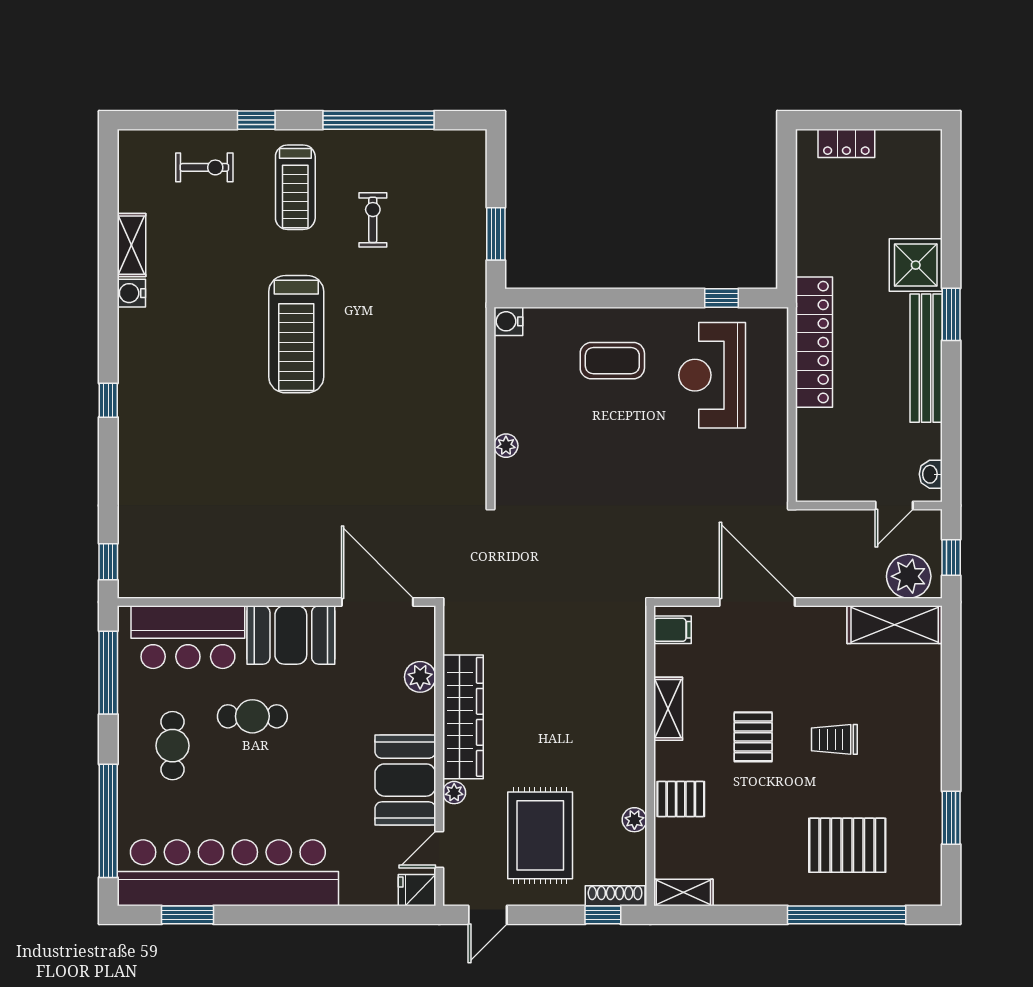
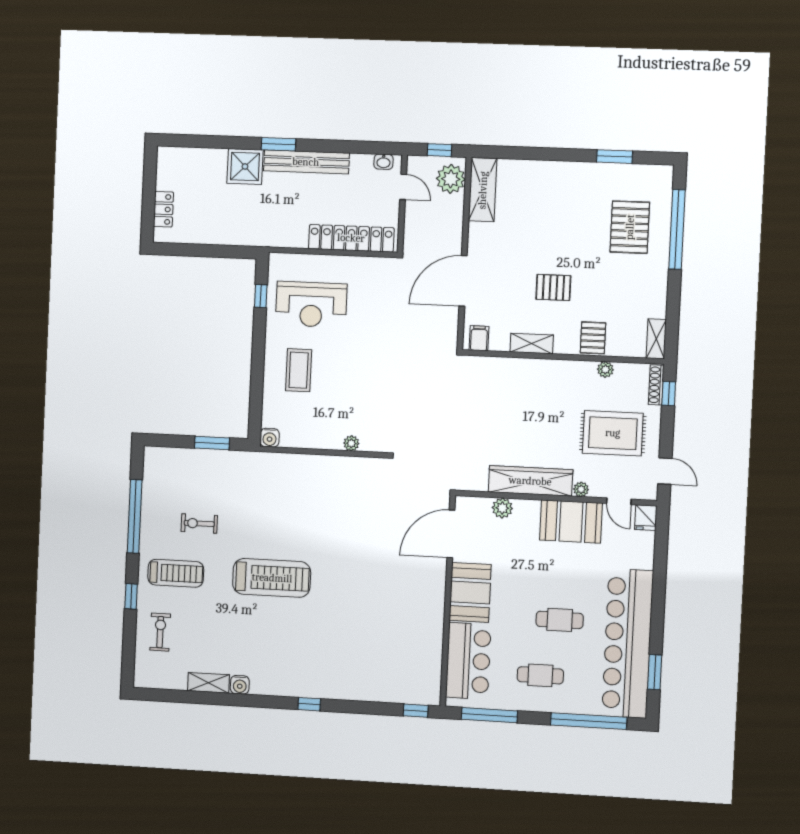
locker: (814, 342) -> (351, 238), moved
cafe table: (252, 716) -> (560, 620), moved, turned 90
trolley: (834, 739) -> (558, 233), removed

